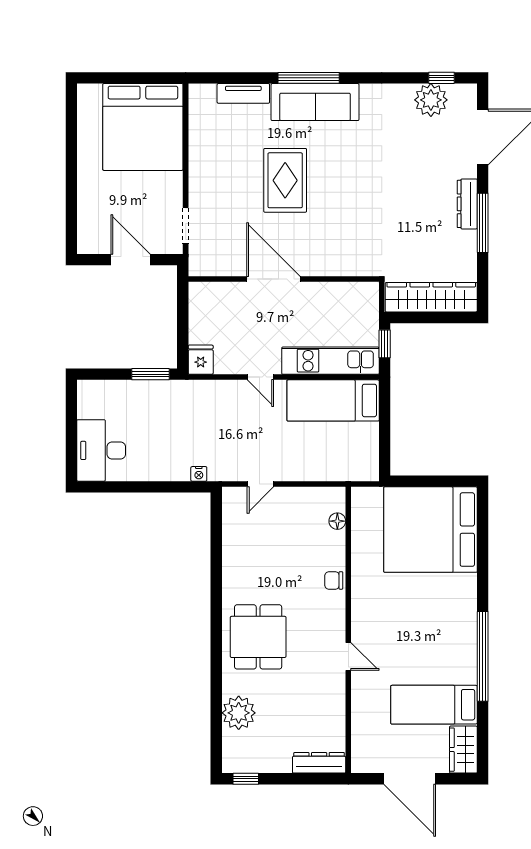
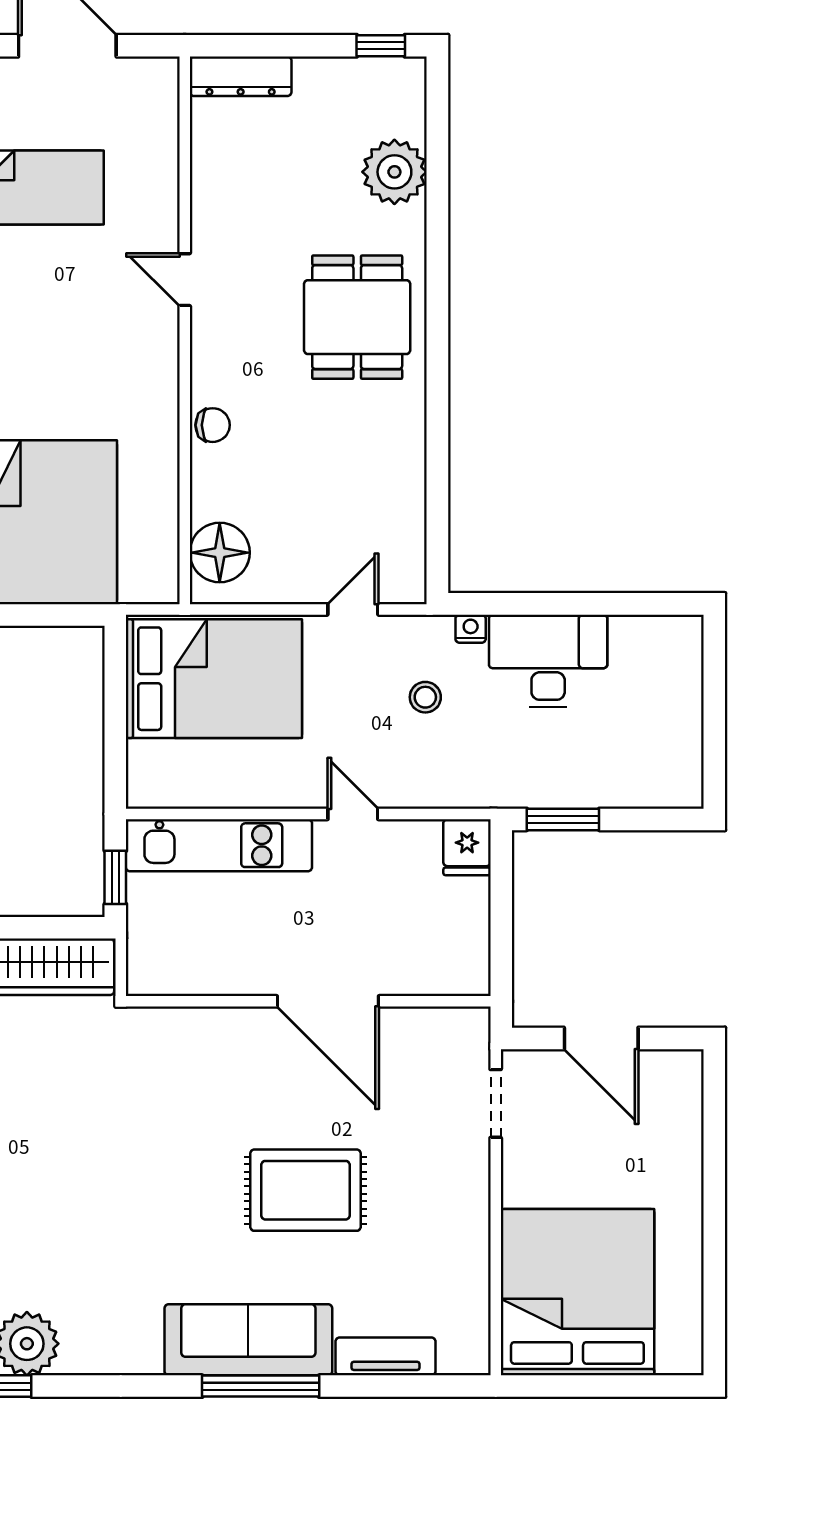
rug: (285, 180) -> (306, 1190), turned 90
bed: (333, 400) -> (214, 679), moved, width x1.50
stool: (223, 438) -> (425, 697), added
desk: (101, 450) -> (548, 661), moved, turned -90
floor lamp: (337, 521) -> (220, 553), width x1.89, depth x1.89

